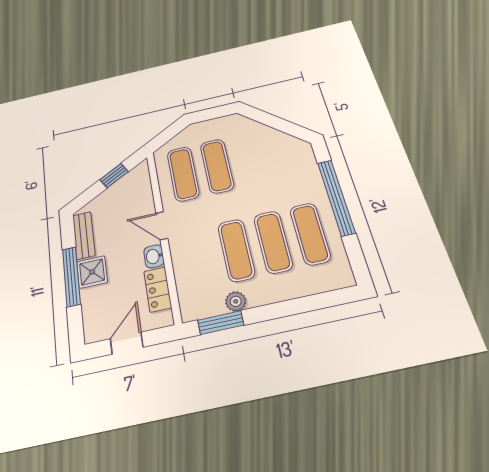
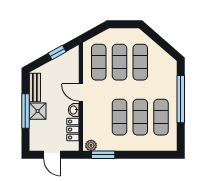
exercise mat: (251, 158) -> (140, 62), added
plant: (236, 301) -> (91, 145), moved
door: (127, 343) -> (52, 155), swing flipped

